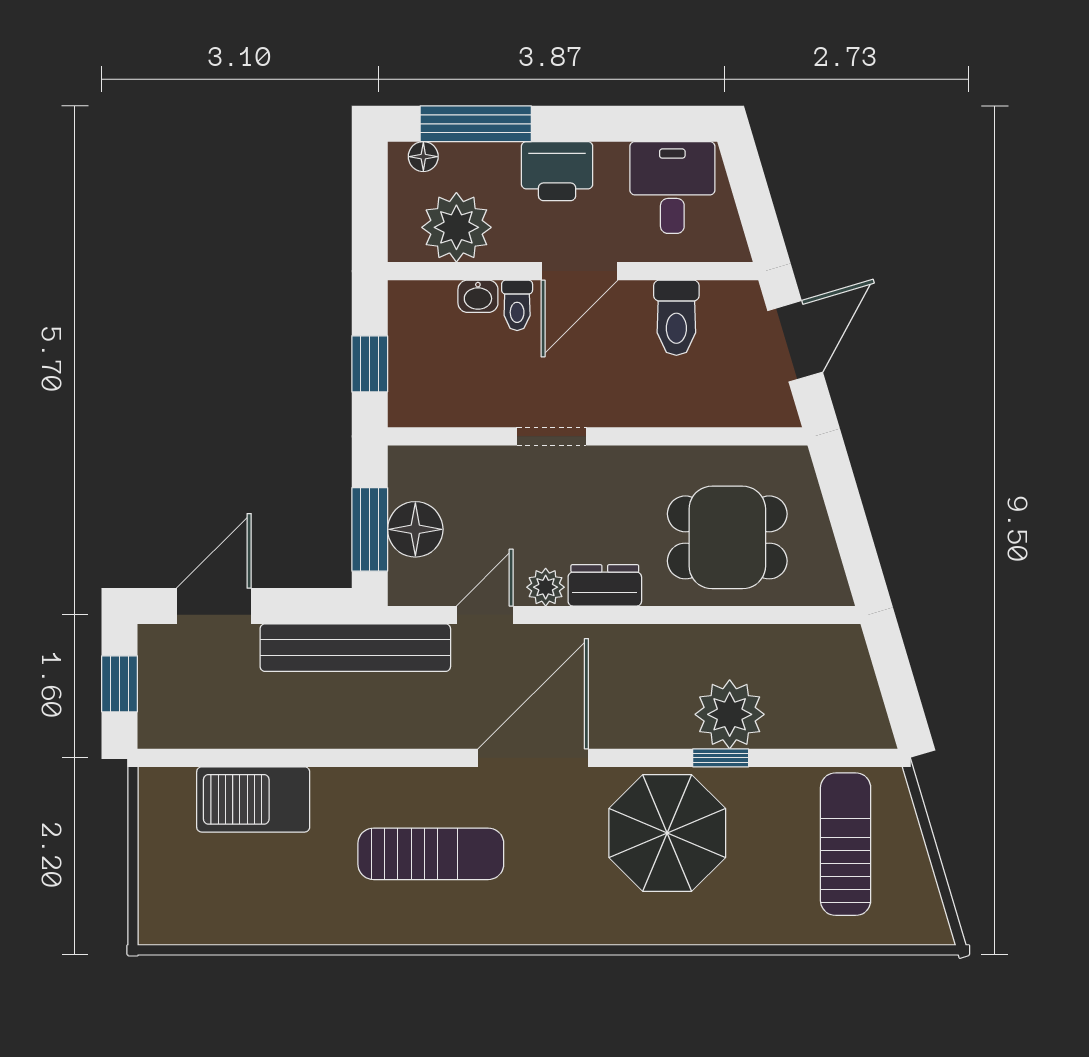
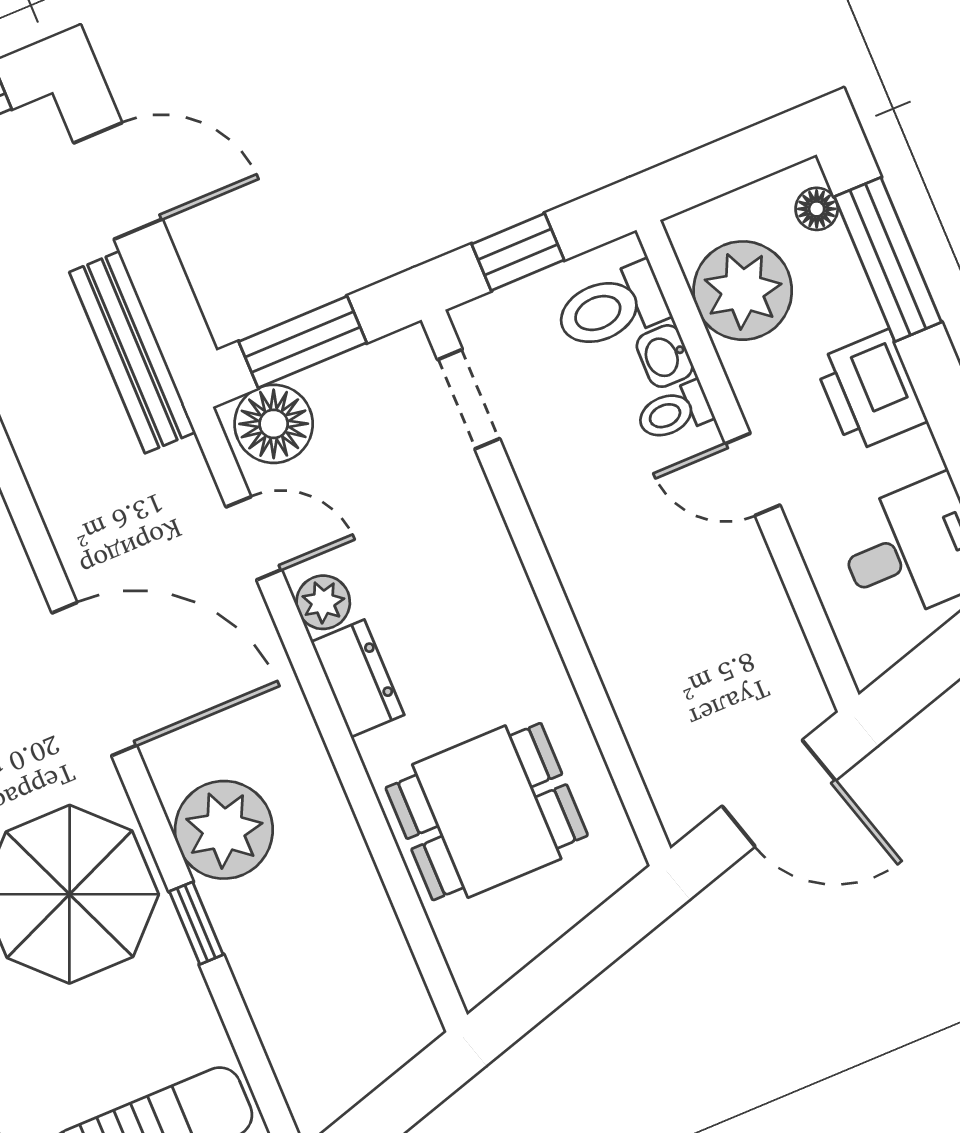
door: (579, 271) -> (753, 474), width x0.73
toilet: (676, 318) -> (612, 307), moved
doorway: (552, 436) -> (469, 399), moved
floor lamp: (415, 529) -> (274, 424), moved
dining table: (727, 537) -> (487, 812), turned 90
bench: (355, 648) -> (132, 352), width x0.73, depth x0.82
plant: (730, 714) -> (224, 830), moved

